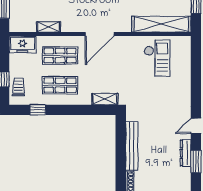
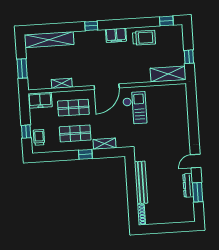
shelving: (161, 24) -> (168, 74), width x0.68
checkout: (157, 58) -> (135, 108), moved
shelving: (105, 99) -> (105, 144), moved
window: (38, 110) -> (85, 154), moved

